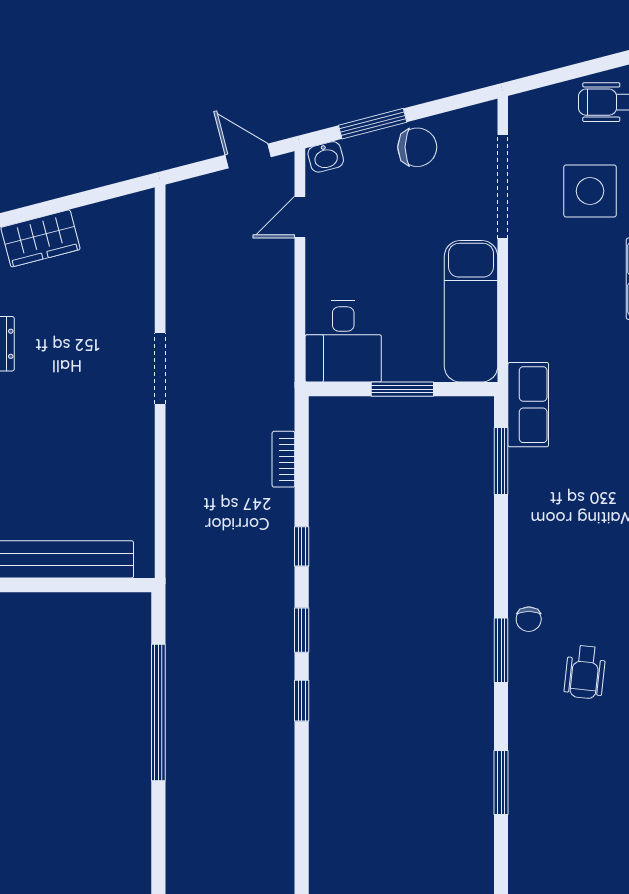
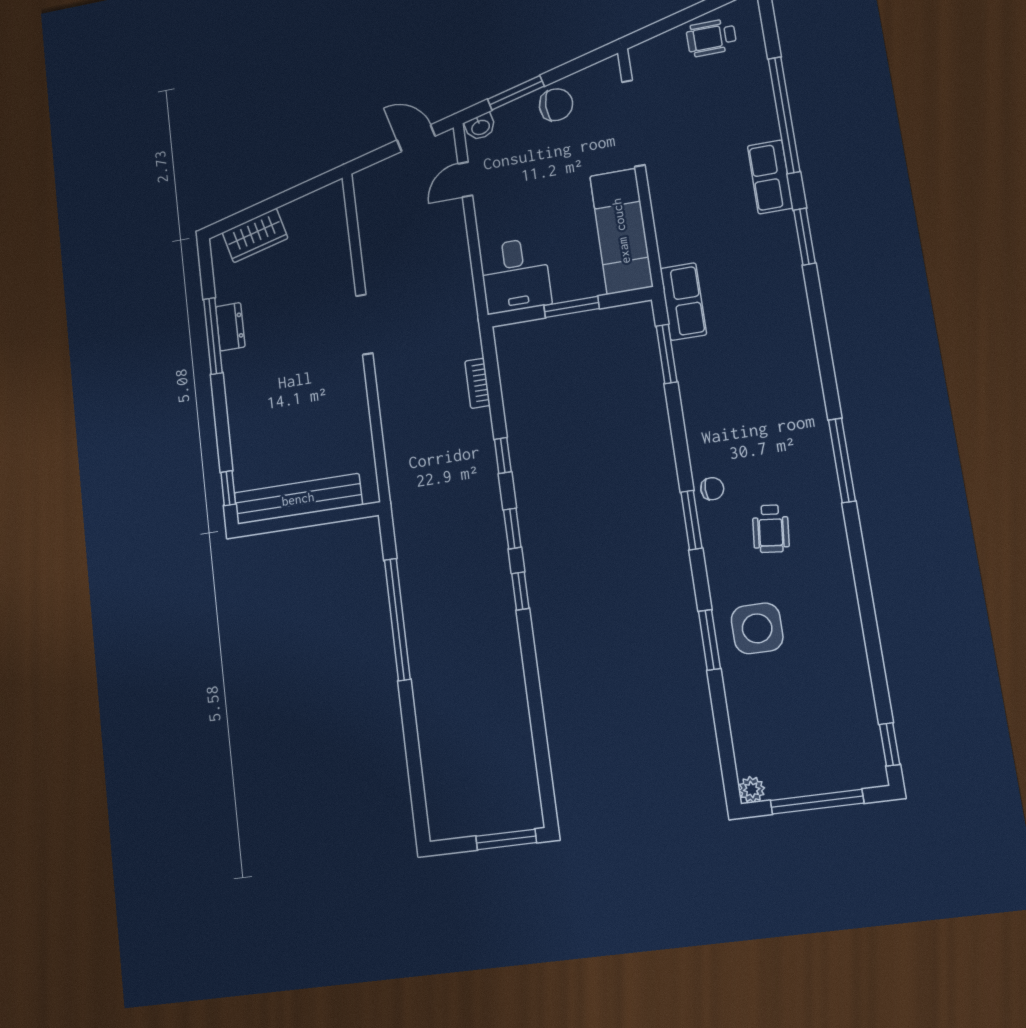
side table: (590, 191) -> (757, 628), moved
chair: (529, 619) -> (712, 489), turned -90

